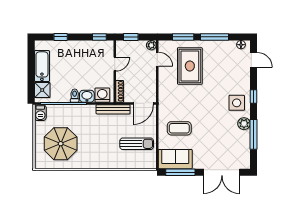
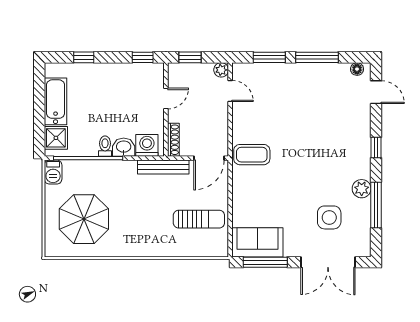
rug: (190, 66) -> (280, 101), removed
side table: (237, 103) -> (329, 217), moved
coffee table: (179, 128) -> (252, 155), moved

